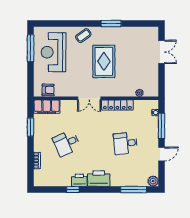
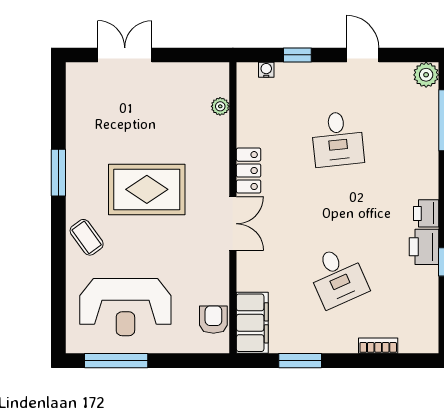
locker: (117, 105) -> (249, 171), width x0.66
window: (162, 126) -> (297, 55), width x0.46
printer: (99, 179) -> (426, 213), width x0.53, depth x0.68

